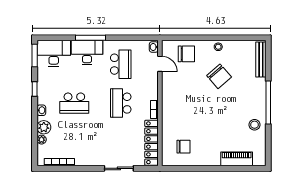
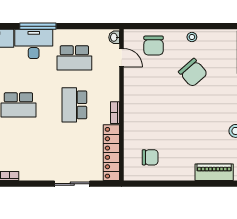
chair: (186, 54) -> (154, 46), turned 90
school desk: (121, 64) -> (74, 58), turned 90

